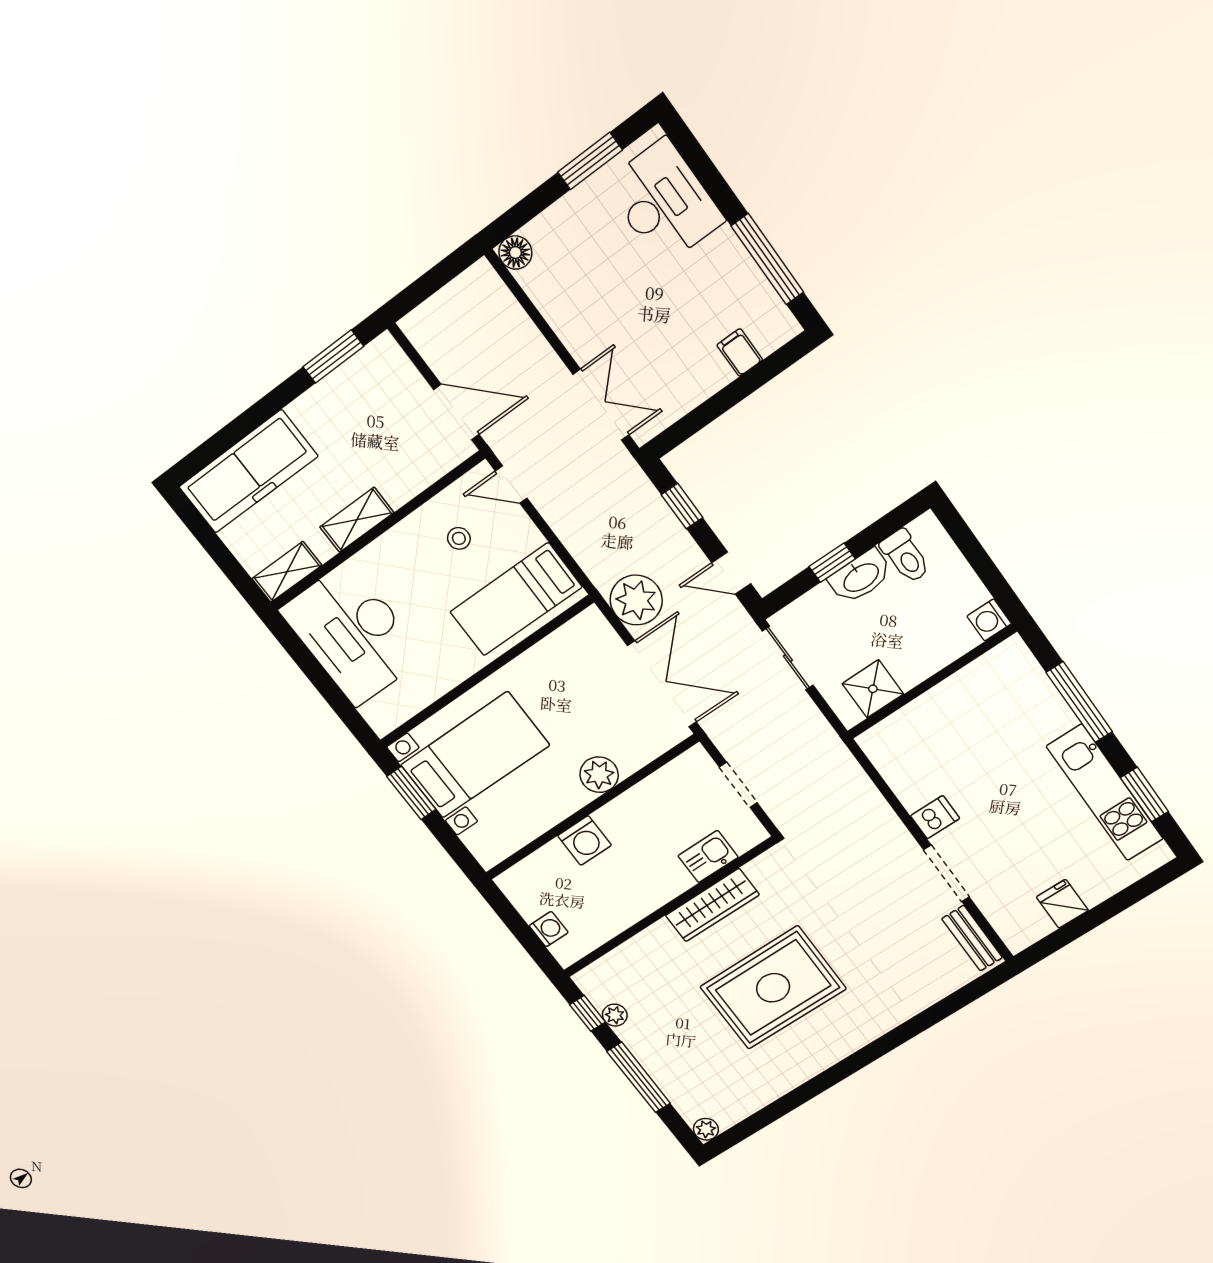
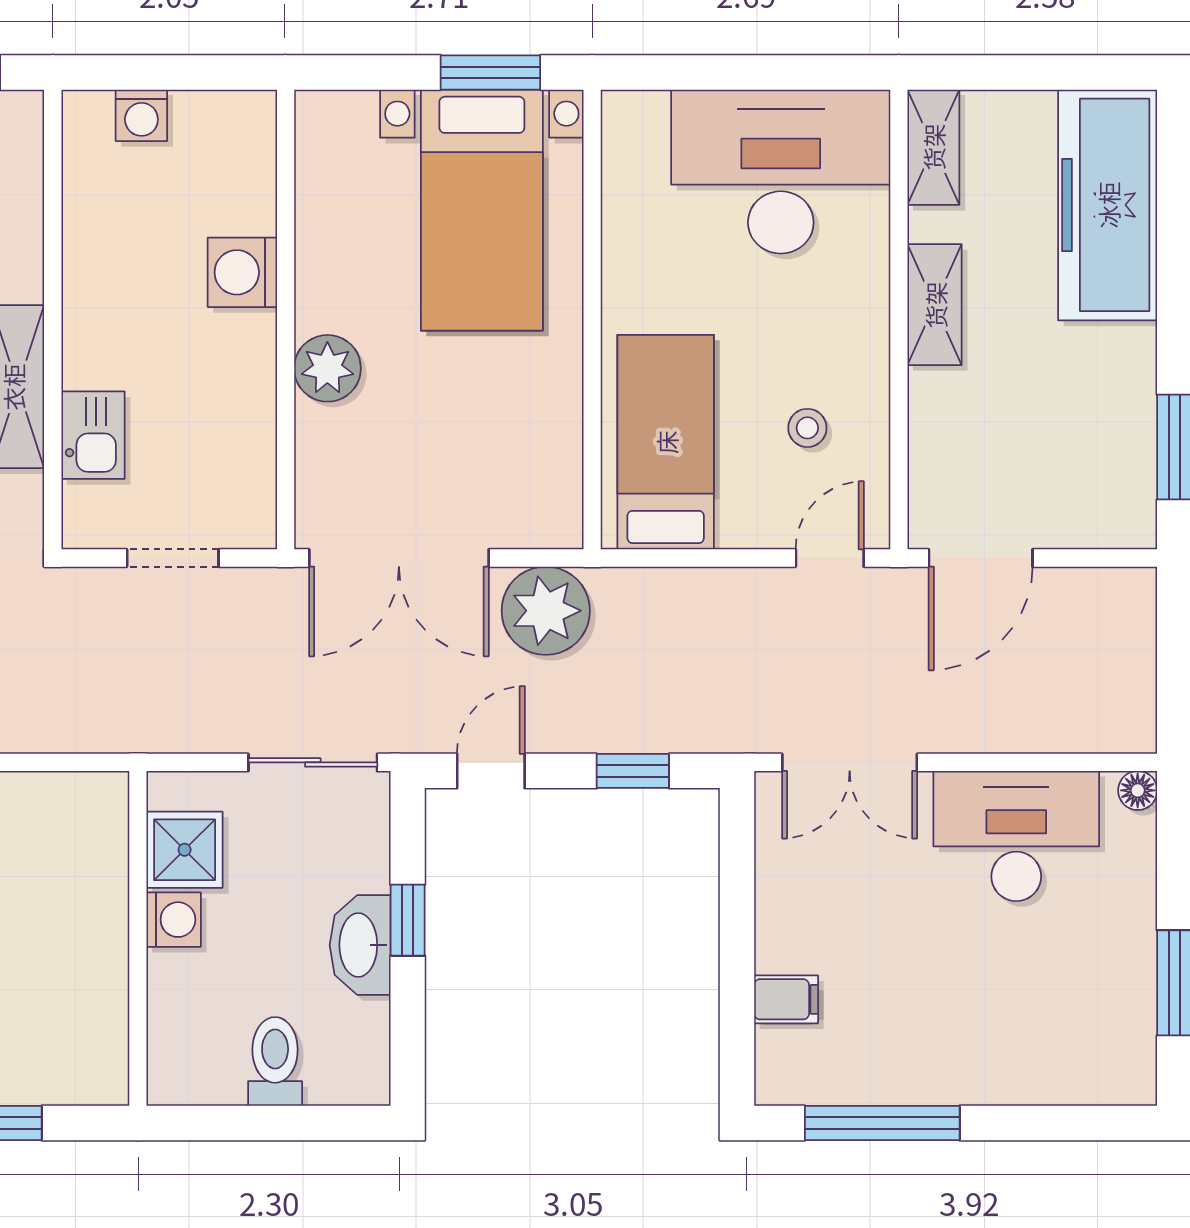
desk: (664, 202) -> (1016, 836), moved, turned 180
floor lamp: (515, 253) -> (1138, 790), width x0.73, depth x0.73
toilet: (905, 556) -> (275, 1061), moved, turned 90
washing machine: (989, 620) -> (174, 920), moved, turned 90

